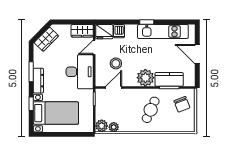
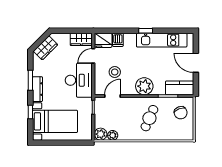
kitchen counter: (169, 79) -> (180, 88), moved

